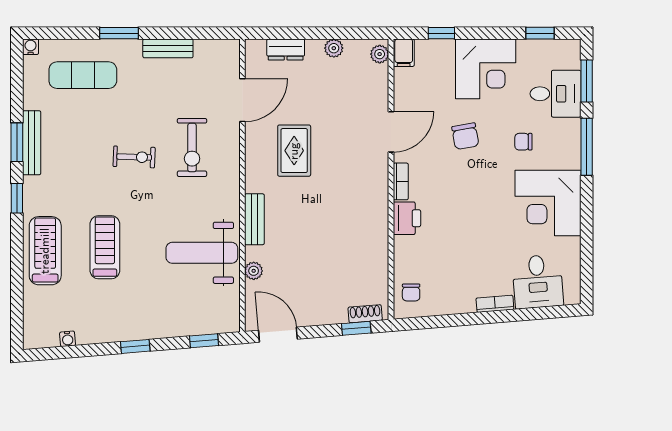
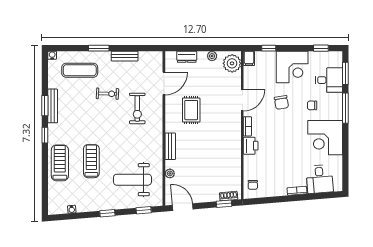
plant: (380, 54) -> (232, 63), width x1.87, depth x1.87
exercise bike: (134, 157) -> (108, 94), moved
weight bench: (202, 253) -> (132, 180), moved

